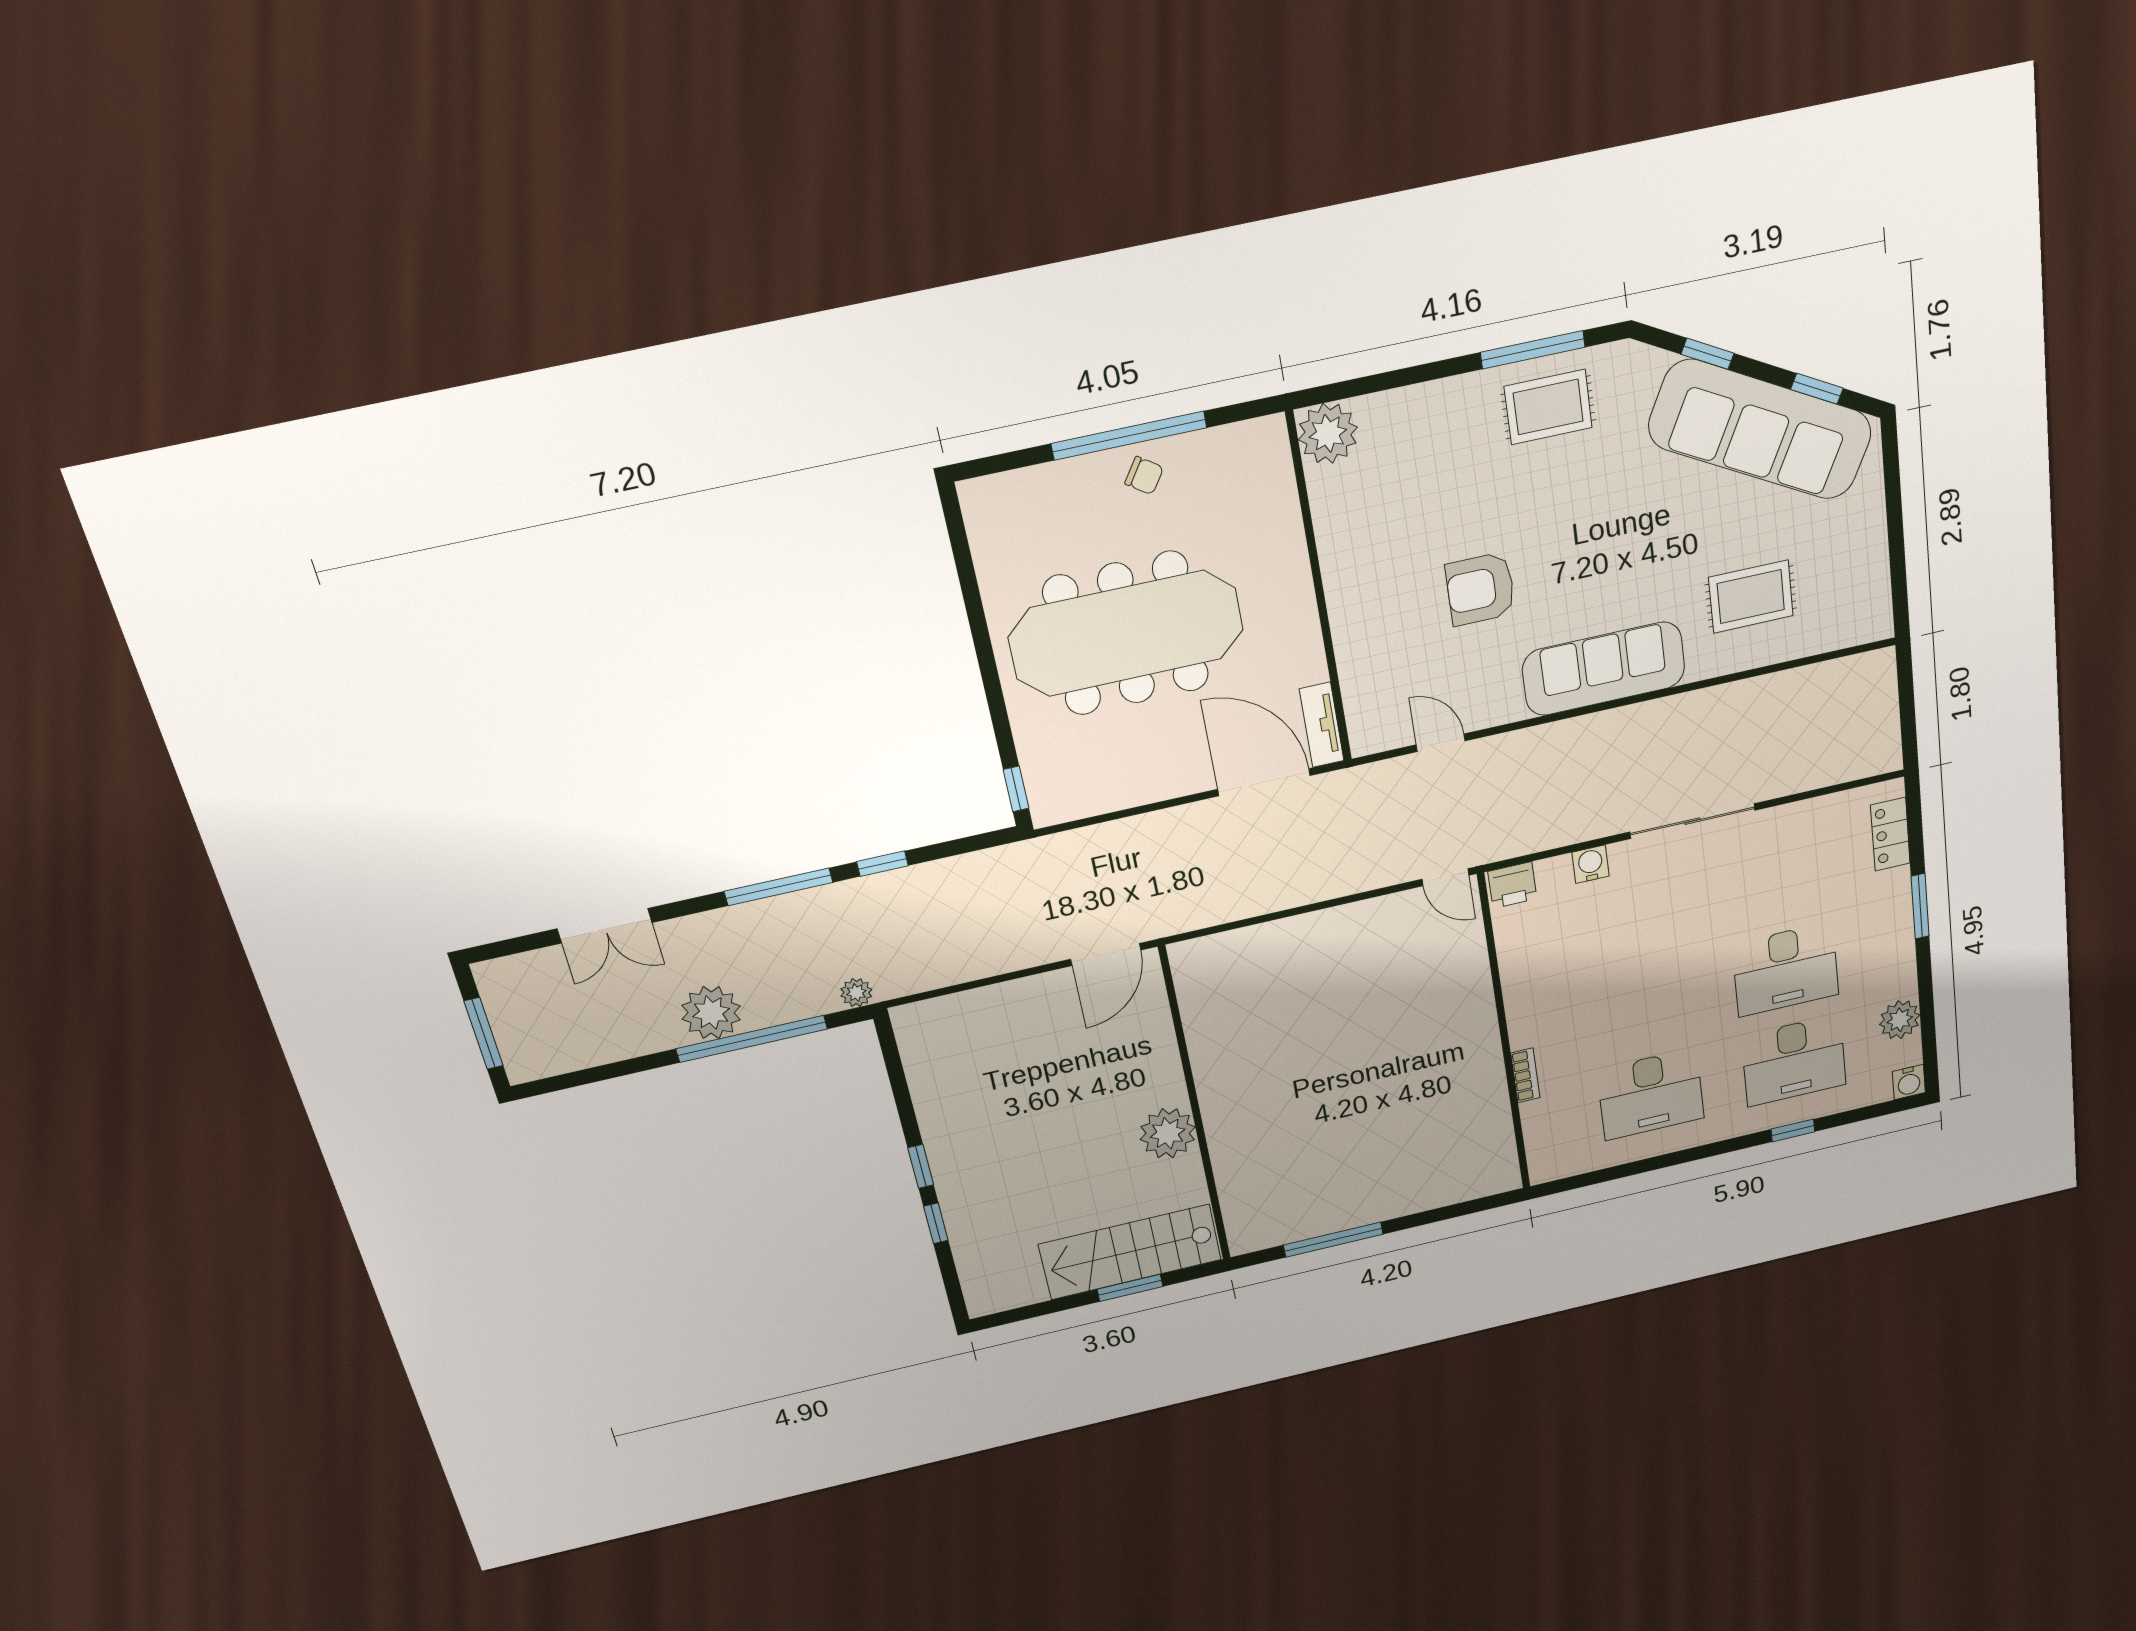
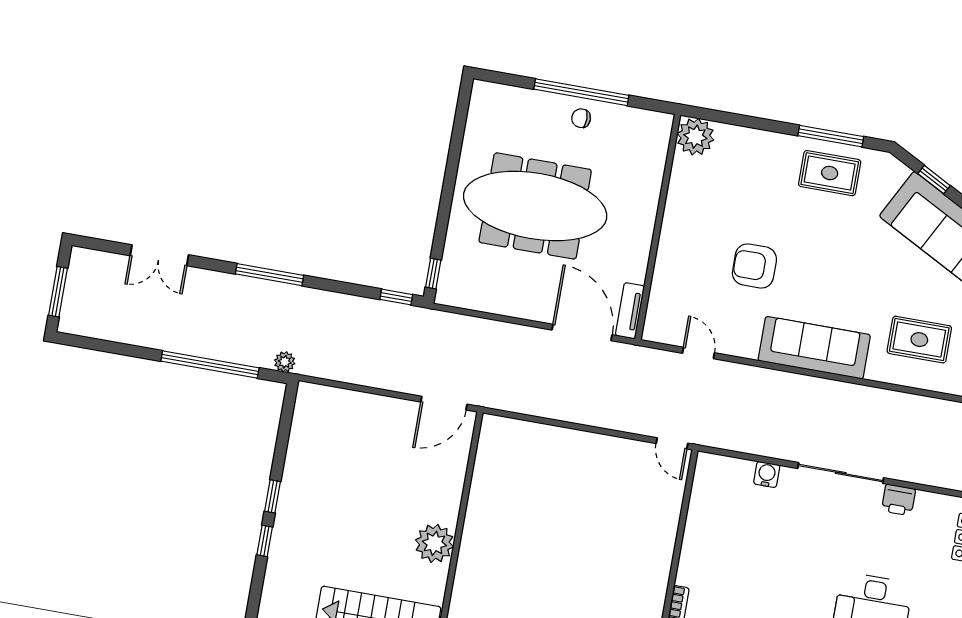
chair: (1144, 476) -> (581, 118), turned 146
window: (882, 864) -> (396, 297), moved
printer: (1512, 885) -> (898, 500), moved
plant: (711, 1013) -> (194, 337), removed

